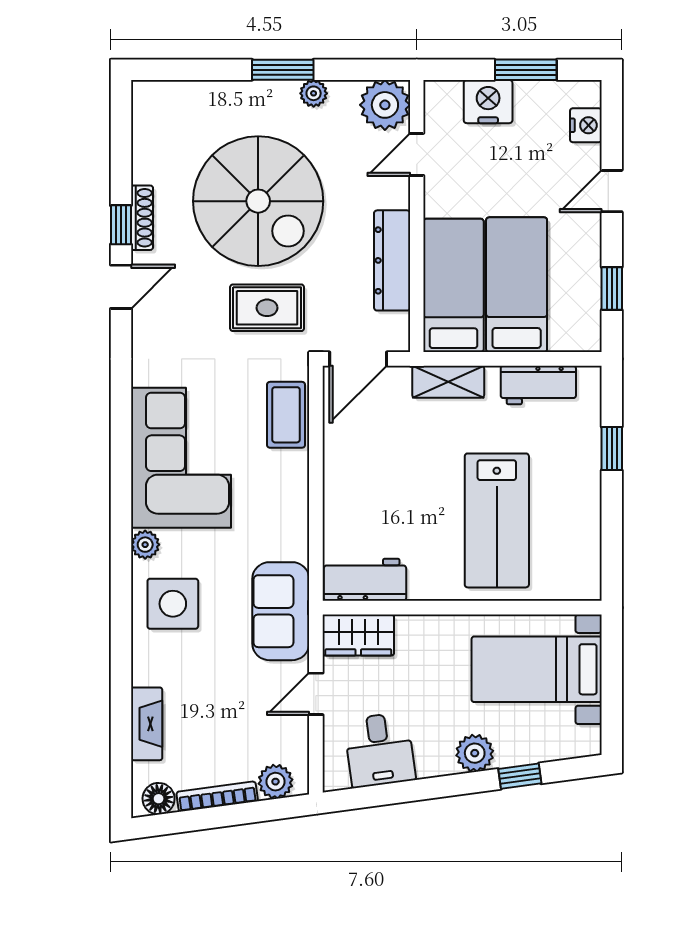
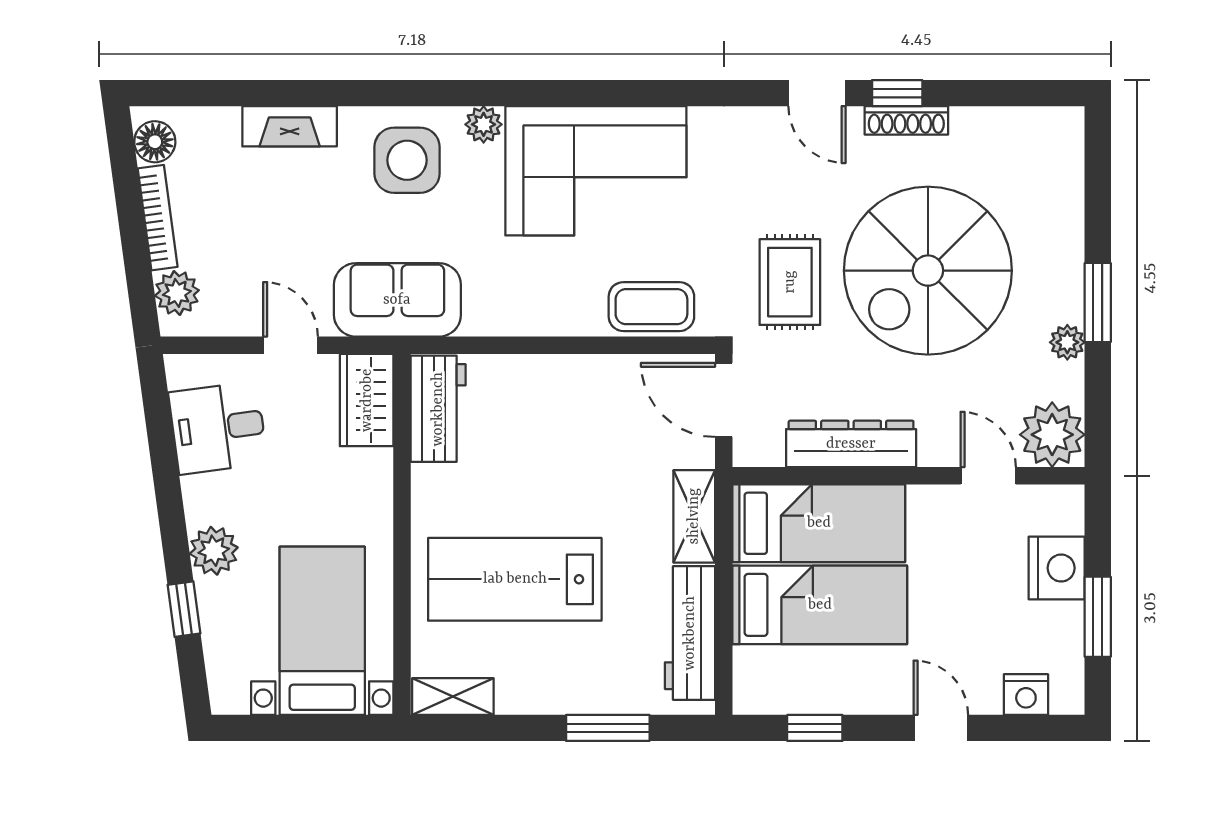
workbench: (538, 385) -> (690, 633), width x1.38
window: (612, 448) -> (608, 728), width x1.50
shelving: (587, 568) -> (453, 697), added
fireplace: (147, 724) -> (290, 126), moved

